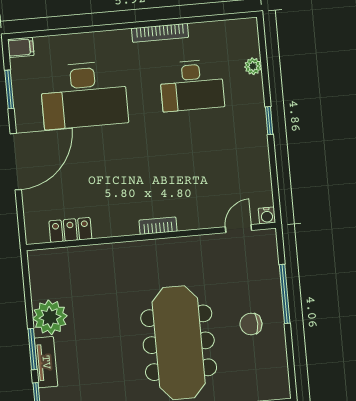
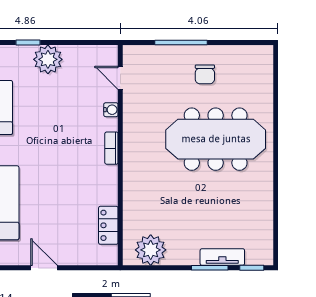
plant: (252, 145) -> (48, 59), added
door: (16, 162) -> (44, 268), width x0.53
water cooler: (267, 215) -> (111, 110), moved
plant: (50, 317) -> (151, 250), moved

